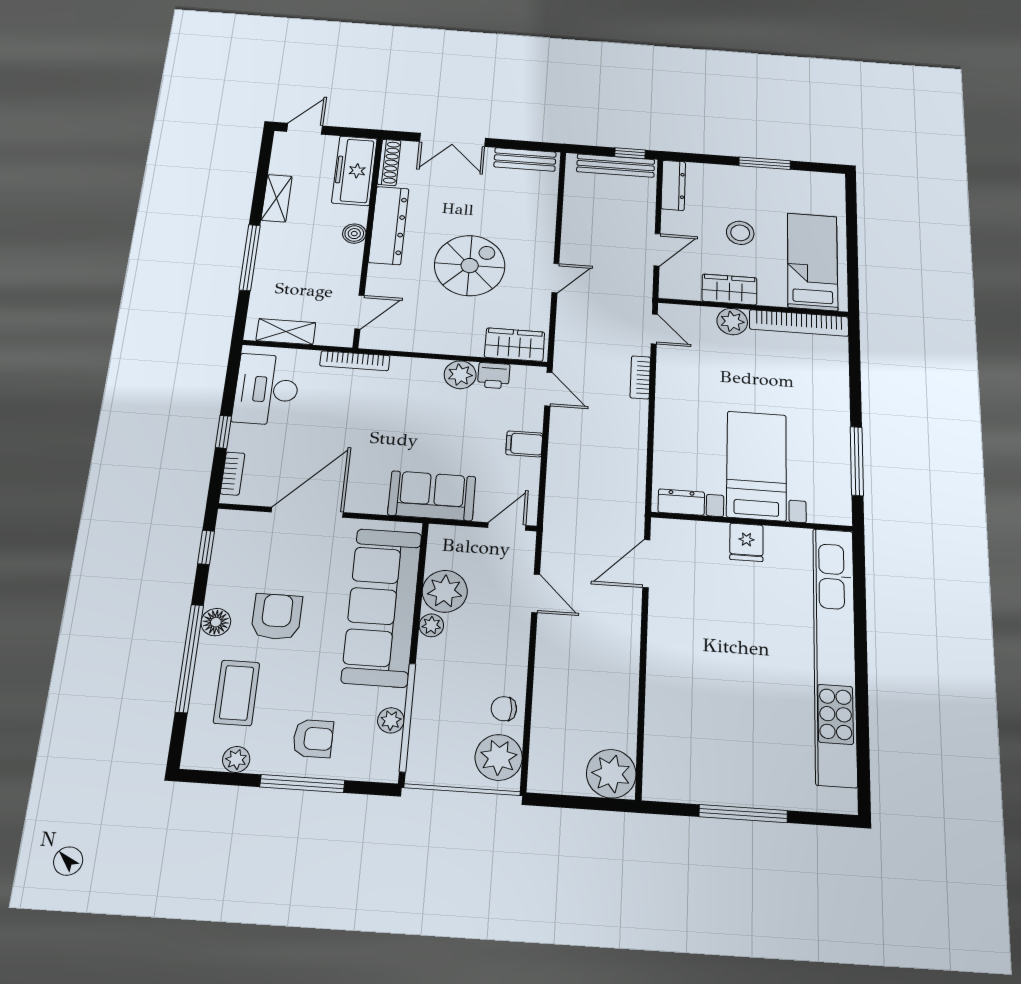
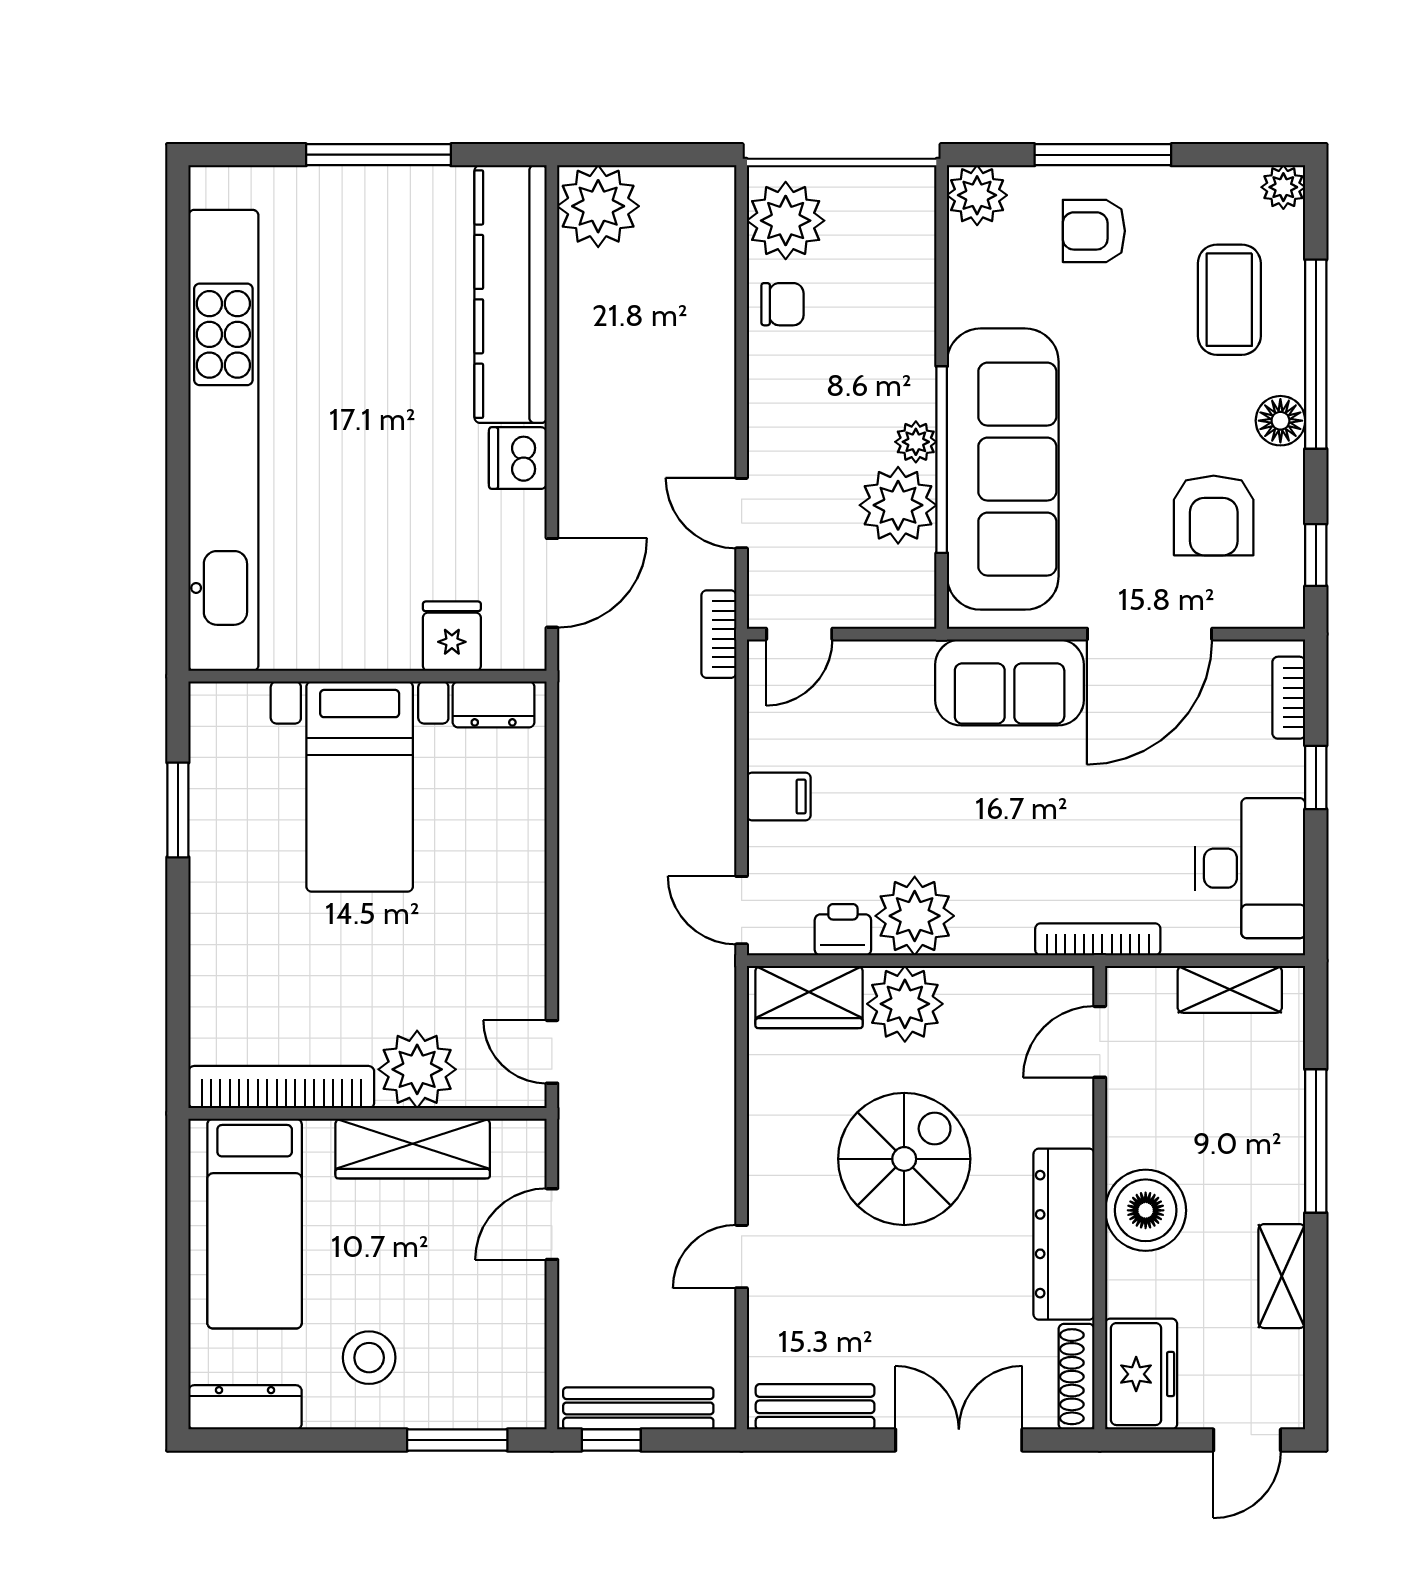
window: (765, 163) -> (457, 1440), moved
freezer: (354, 171) -> (1141, 1374), width x0.71
dresser: (673, 185) -> (245, 1407), moved, turned 90
stool: (740, 233) -> (369, 1358), moved
boiler: (354, 234) -> (1146, 1210), width x1.86, depth x1.86
spiral stairs: (470, 266) -> (904, 1159), turned 180
door: (555, 278) -> (742, 1257), moved
wardrobe: (729, 289) -> (413, 1149), width x1.50
plant: (732, 322) -> (417, 1069), width x1.36, depth x1.36
plant: (463, 338) -> (905, 1004), added
plant: (460, 375) -> (915, 916), width x1.36, depth x1.36
bookcase: (640, 377) -> (719, 634), moved, turned 180
window: (857, 461) -> (178, 810), width x0.69
sofa: (432, 496) -> (1010, 682), moved
fridge: (746, 542) -> (452, 636), moved
armchair: (277, 617) -> (1214, 515), moved
dishwasher: (664, 633) -> (518, 458), added
window: (408, 717) -> (942, 460), moved
plant: (391, 720) -> (977, 195), moved, width x1.38, depth x1.38
kitchen counter: (665, 726) -> (511, 294), added
plant: (236, 759) -> (1283, 187), moved

